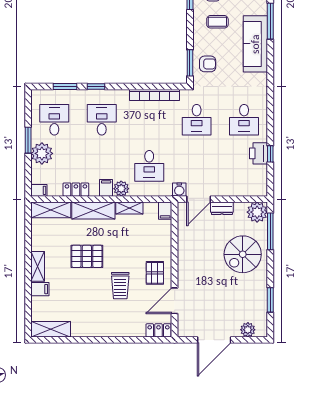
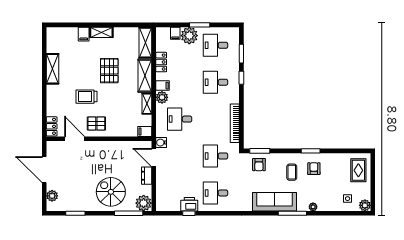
desk: (54, 120) -> (216, 45), turned 180
desk: (102, 120) -> (216, 82), turned 180
filing cabinet: (39, 190) -> (175, 33), moved
shelving: (51, 329) -> (53, 69), moved

